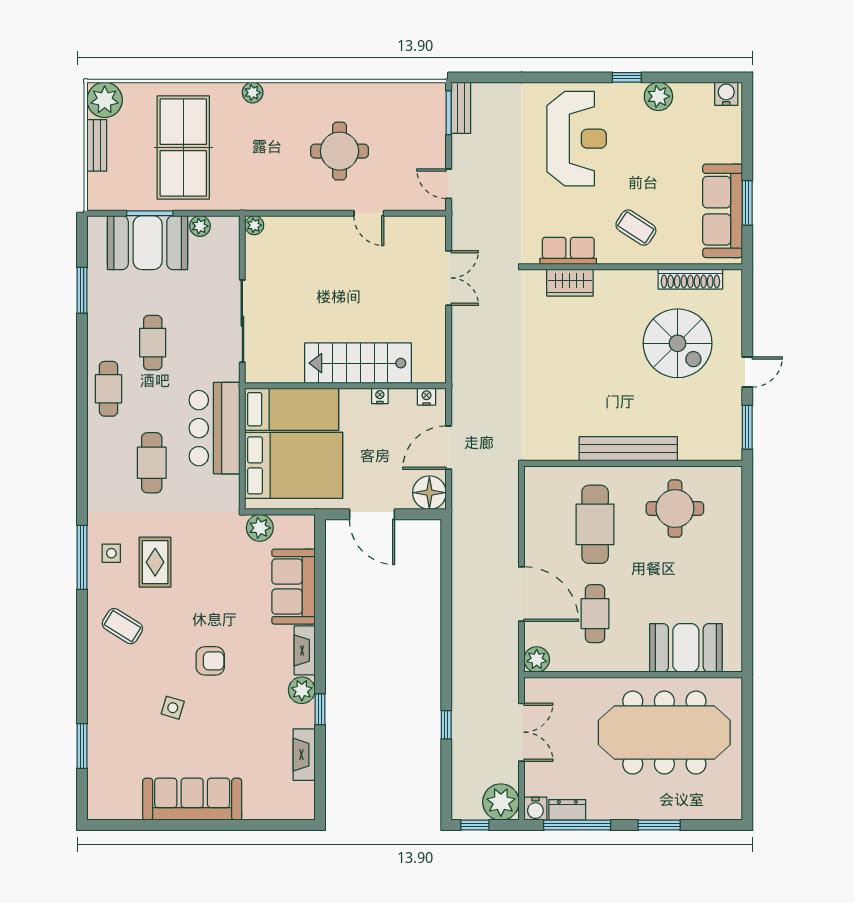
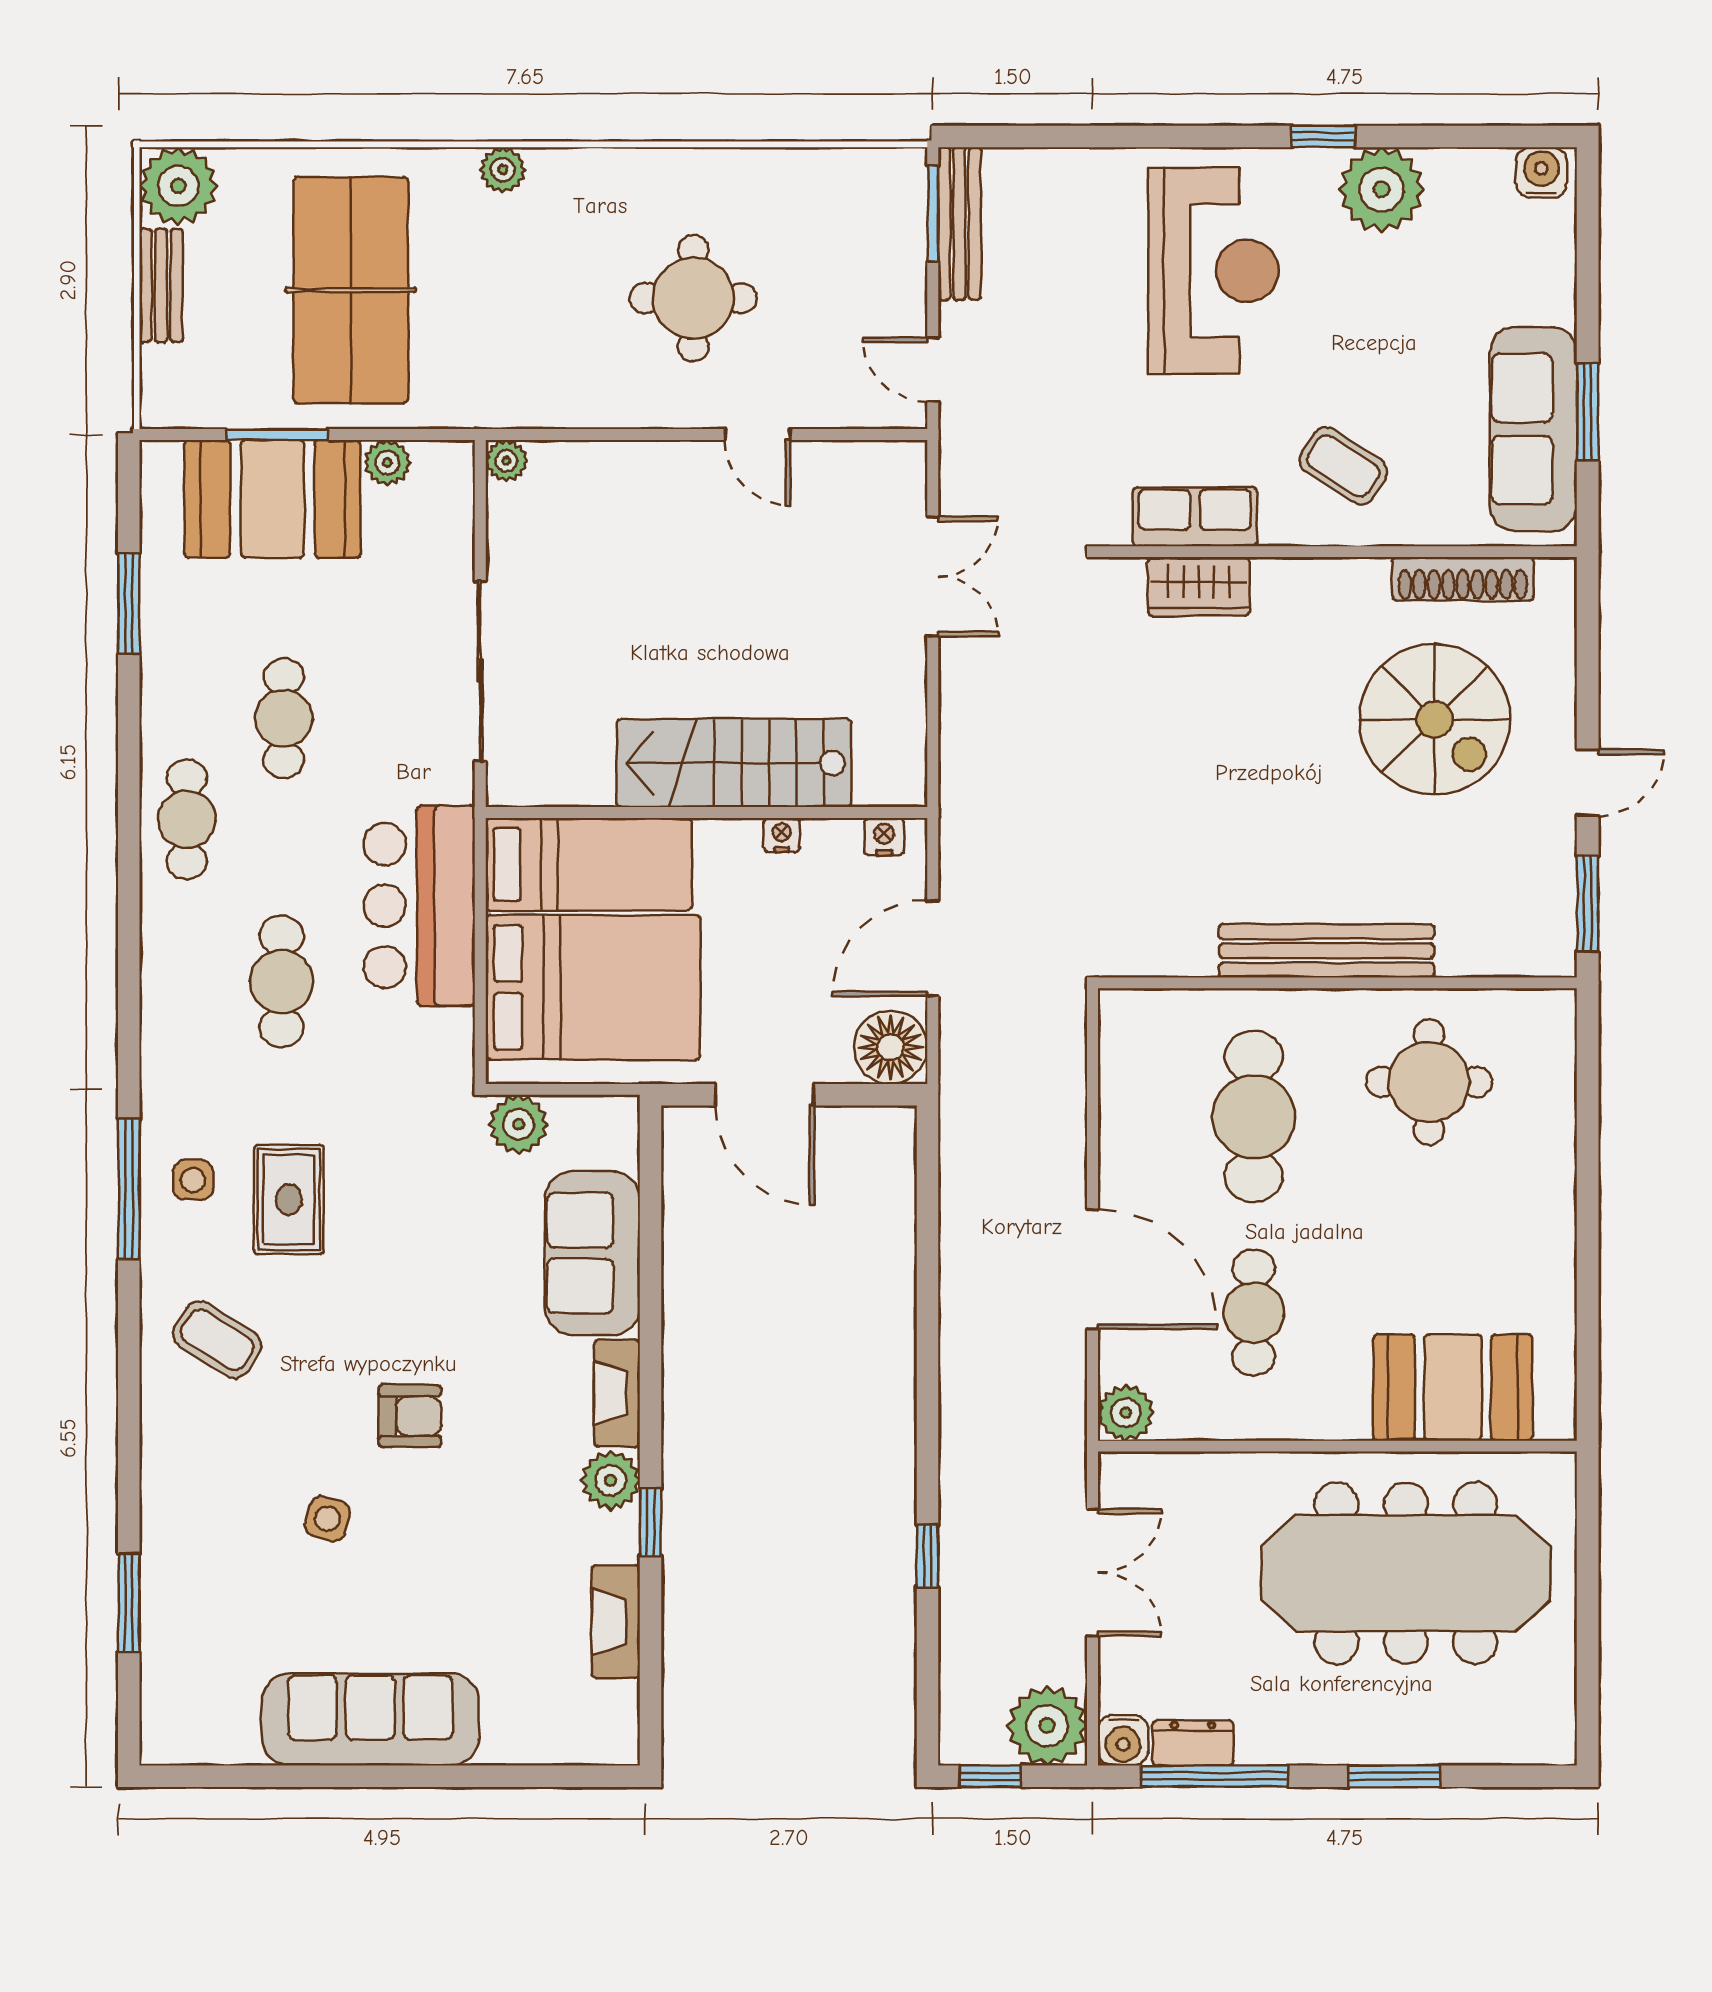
plant: (658, 96) -> (1381, 189), width x1.36, depth x1.36
bench: (461, 108) -> (959, 223), width x1.36

